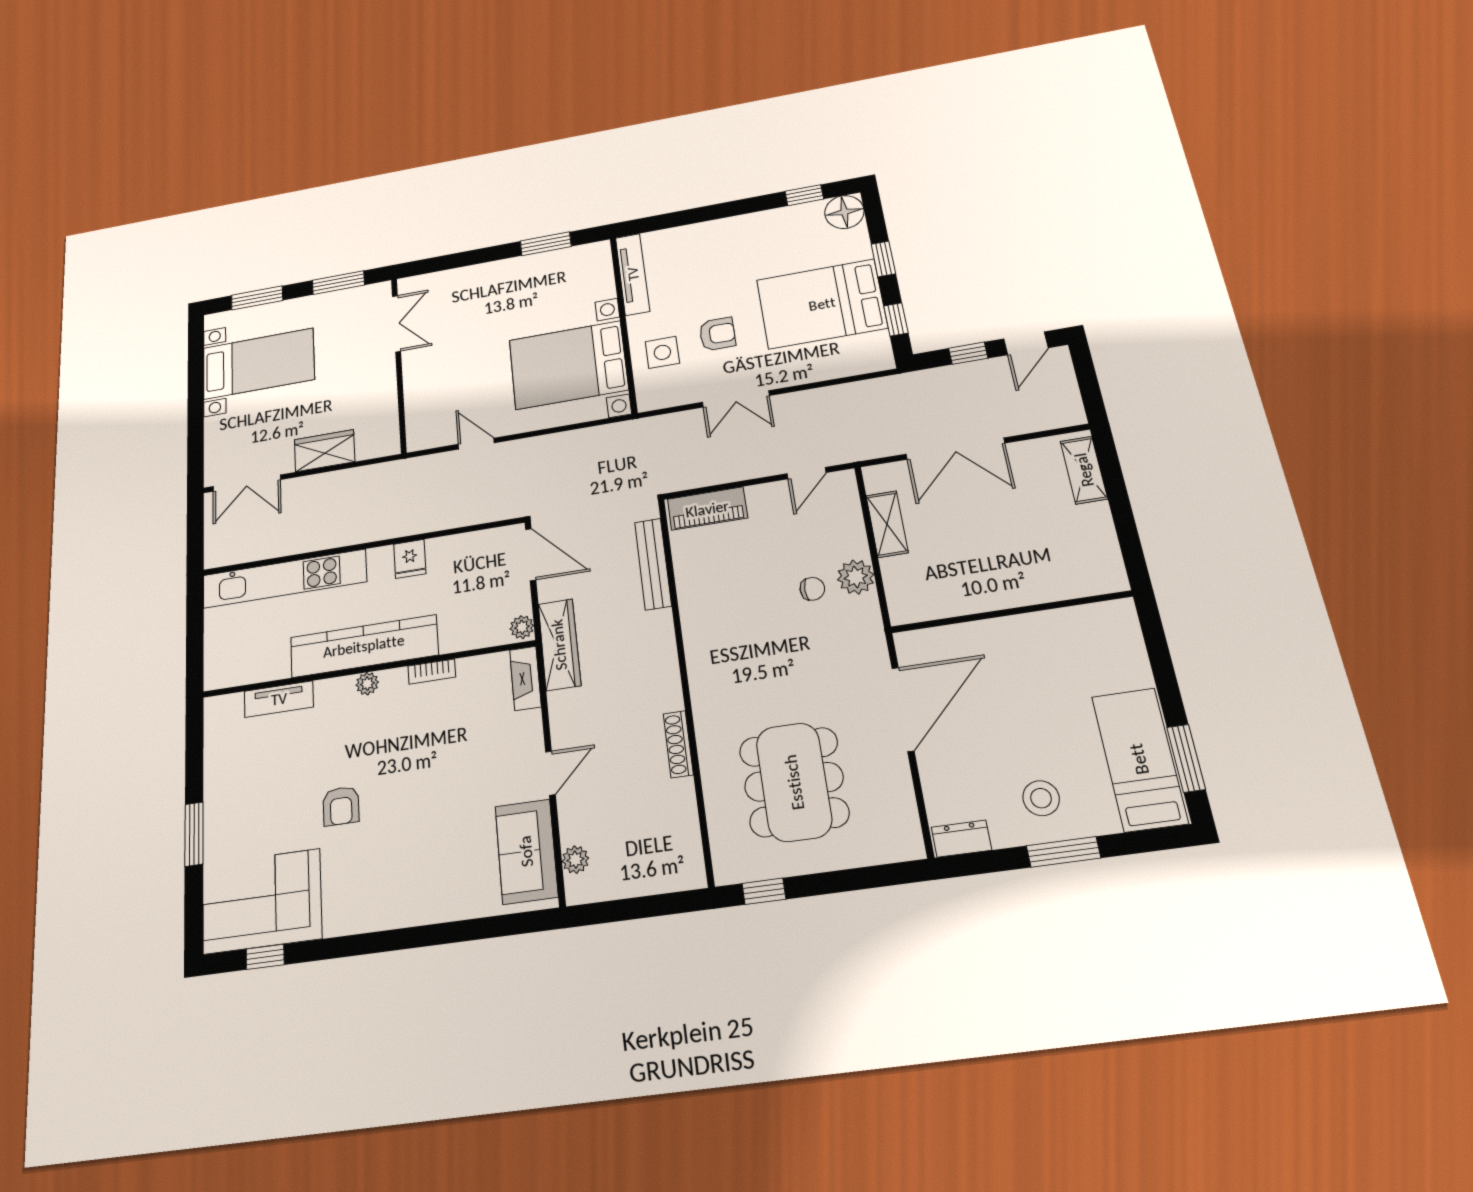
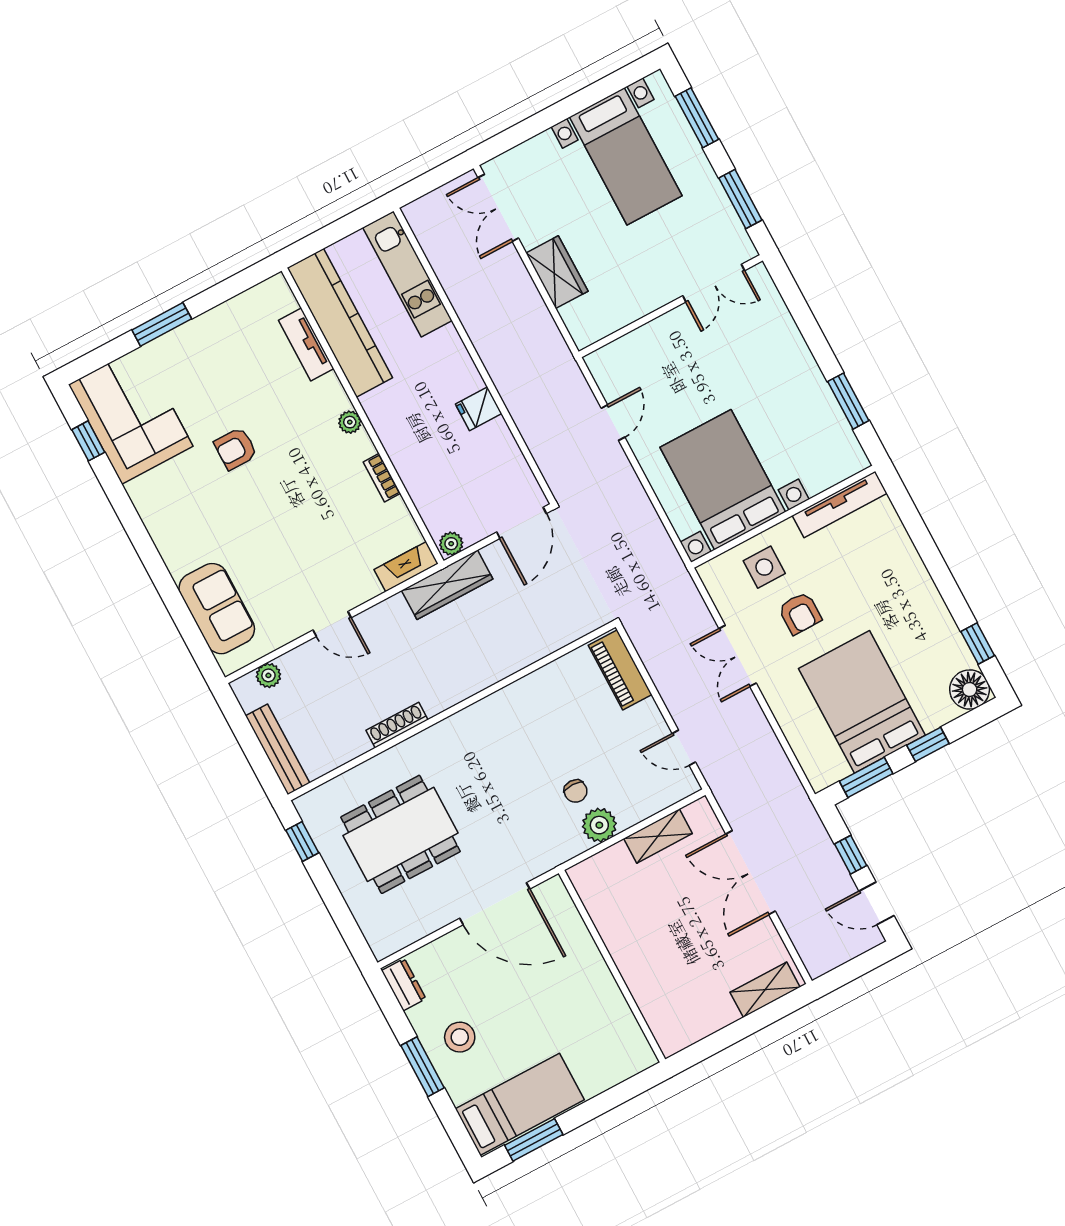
window: (896, 319) -> (866, 777), width x1.50
bench: (653, 564) -> (278, 749), moved, turned 90
kitchen unit: (284, 579) -> (408, 274), width x0.73
kitchen counter: (364, 646) -> (340, 323), moved
sofa: (526, 851) -> (217, 609), moved, turned 90

